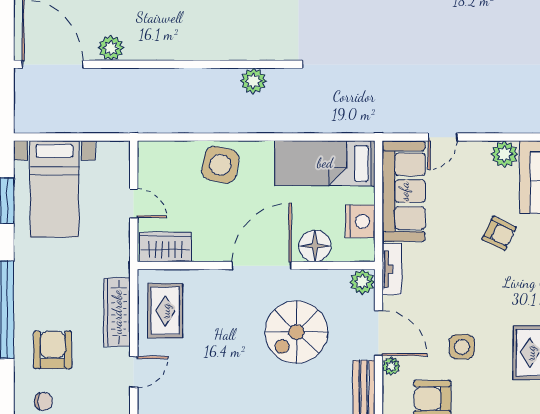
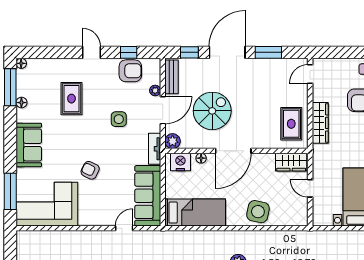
plant: (505, 154) -> (87, 218), removed
nightstand: (360, 221) -> (180, 162), moved, turned 90
floor lamp: (315, 246) -> (201, 158), width x0.53, depth x0.53
door: (379, 333) -> (163, 110), swing flipped
side table: (462, 347) -> (119, 119), moved
door: (134, 372) -> (310, 74), moved

